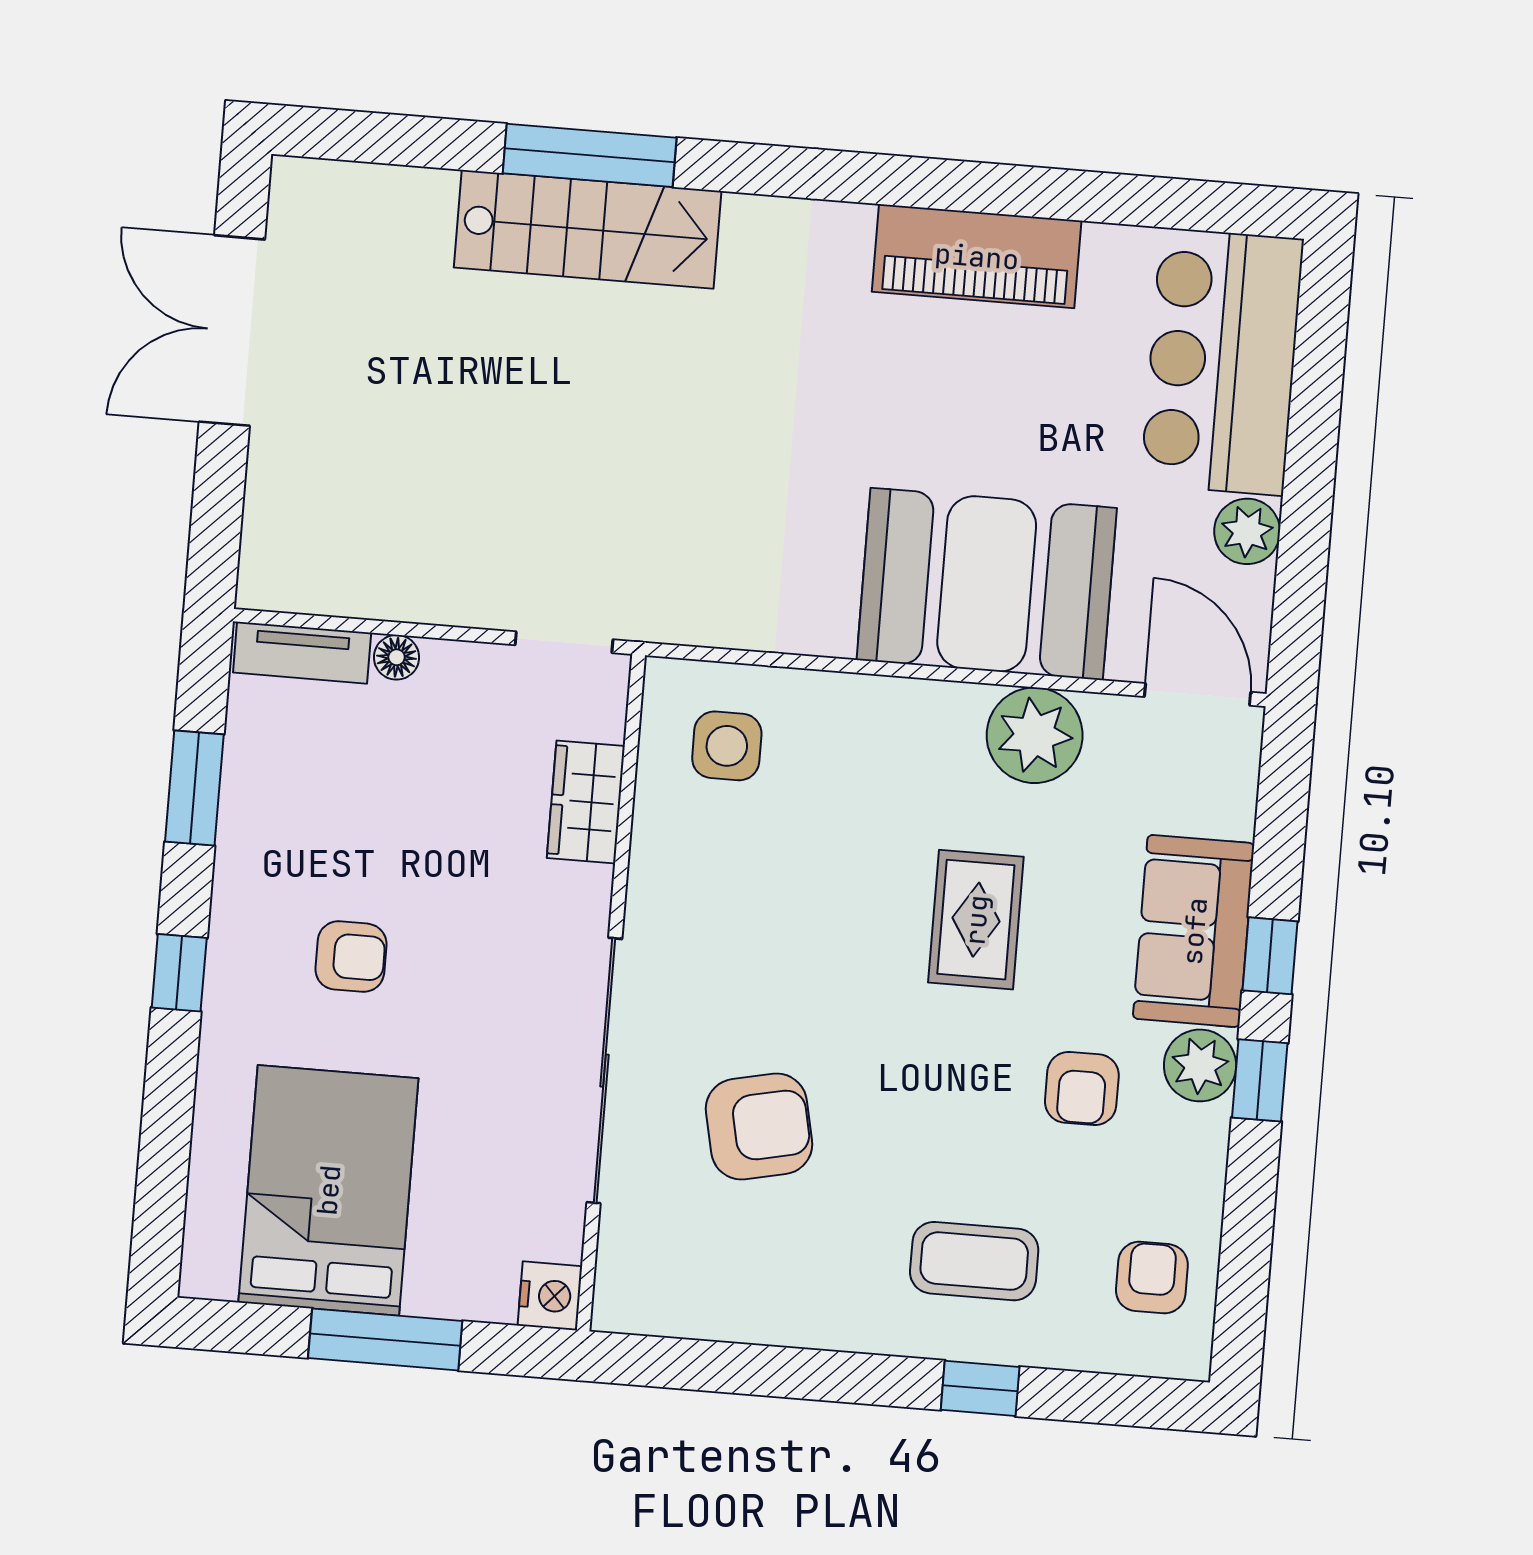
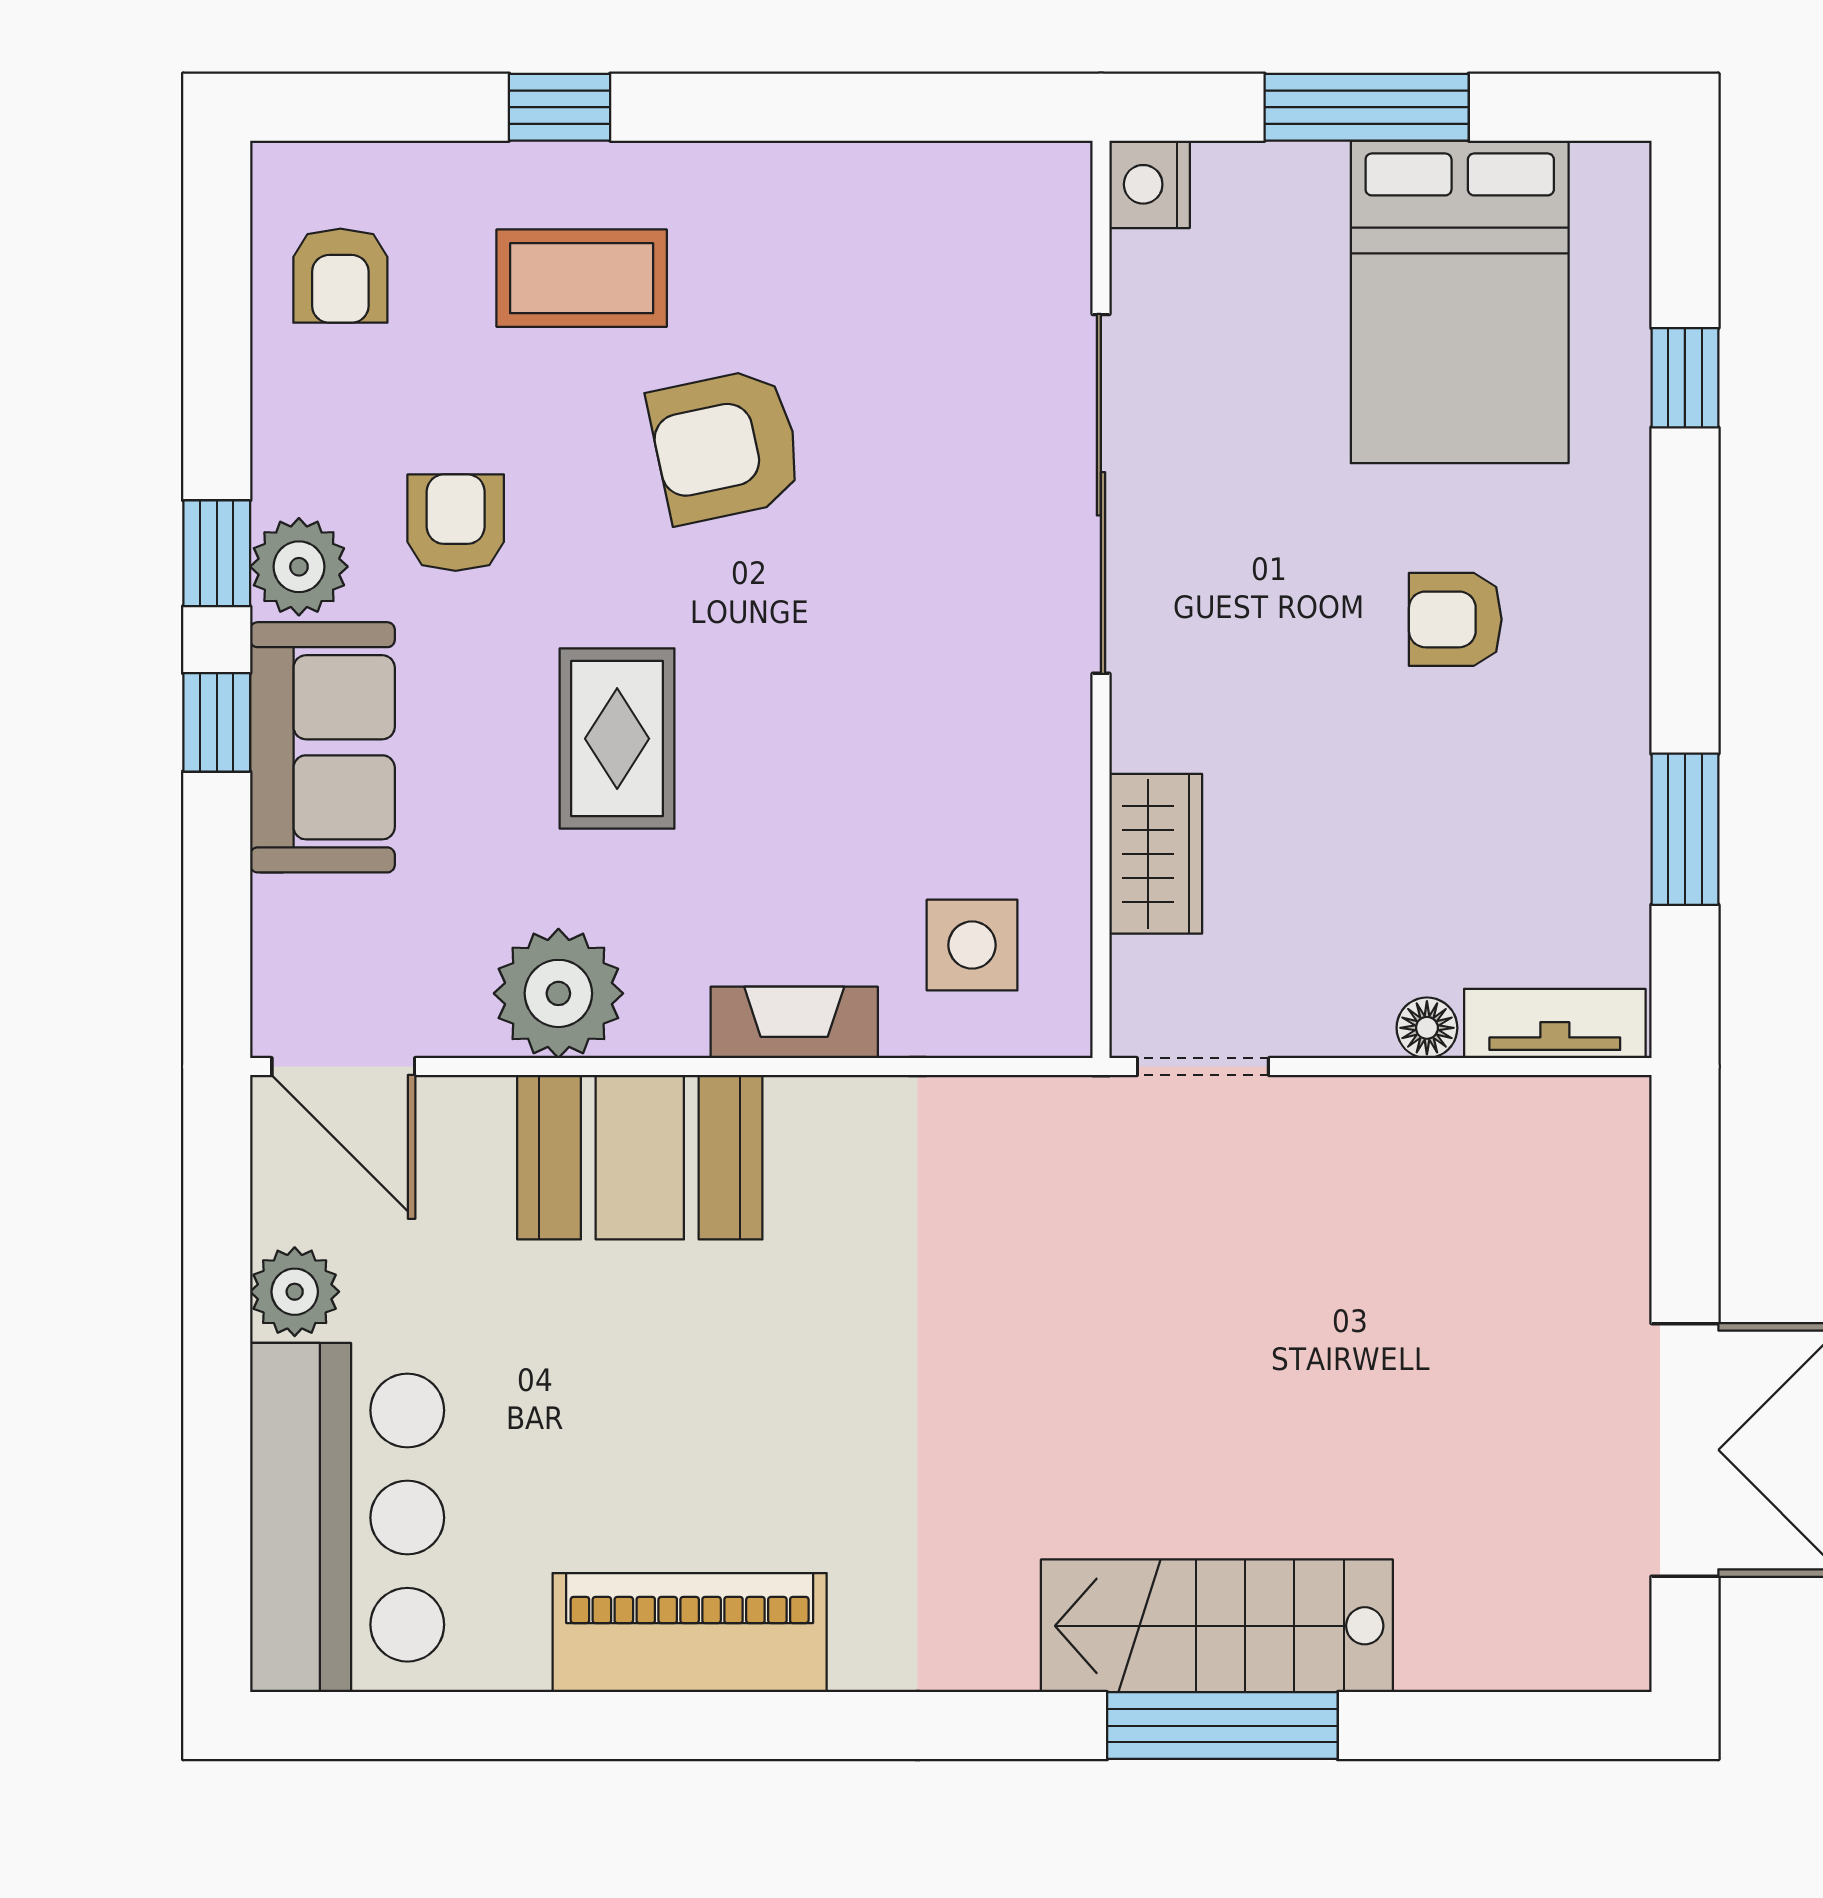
booth: (987, 584) -> (640, 1157), width x0.73, depth x0.70
fireplace: (863, 700) -> (794, 1022), added
window: (179, 973) -> (1685, 378), moved
armchair: (759, 1127) -> (726, 446), moved

